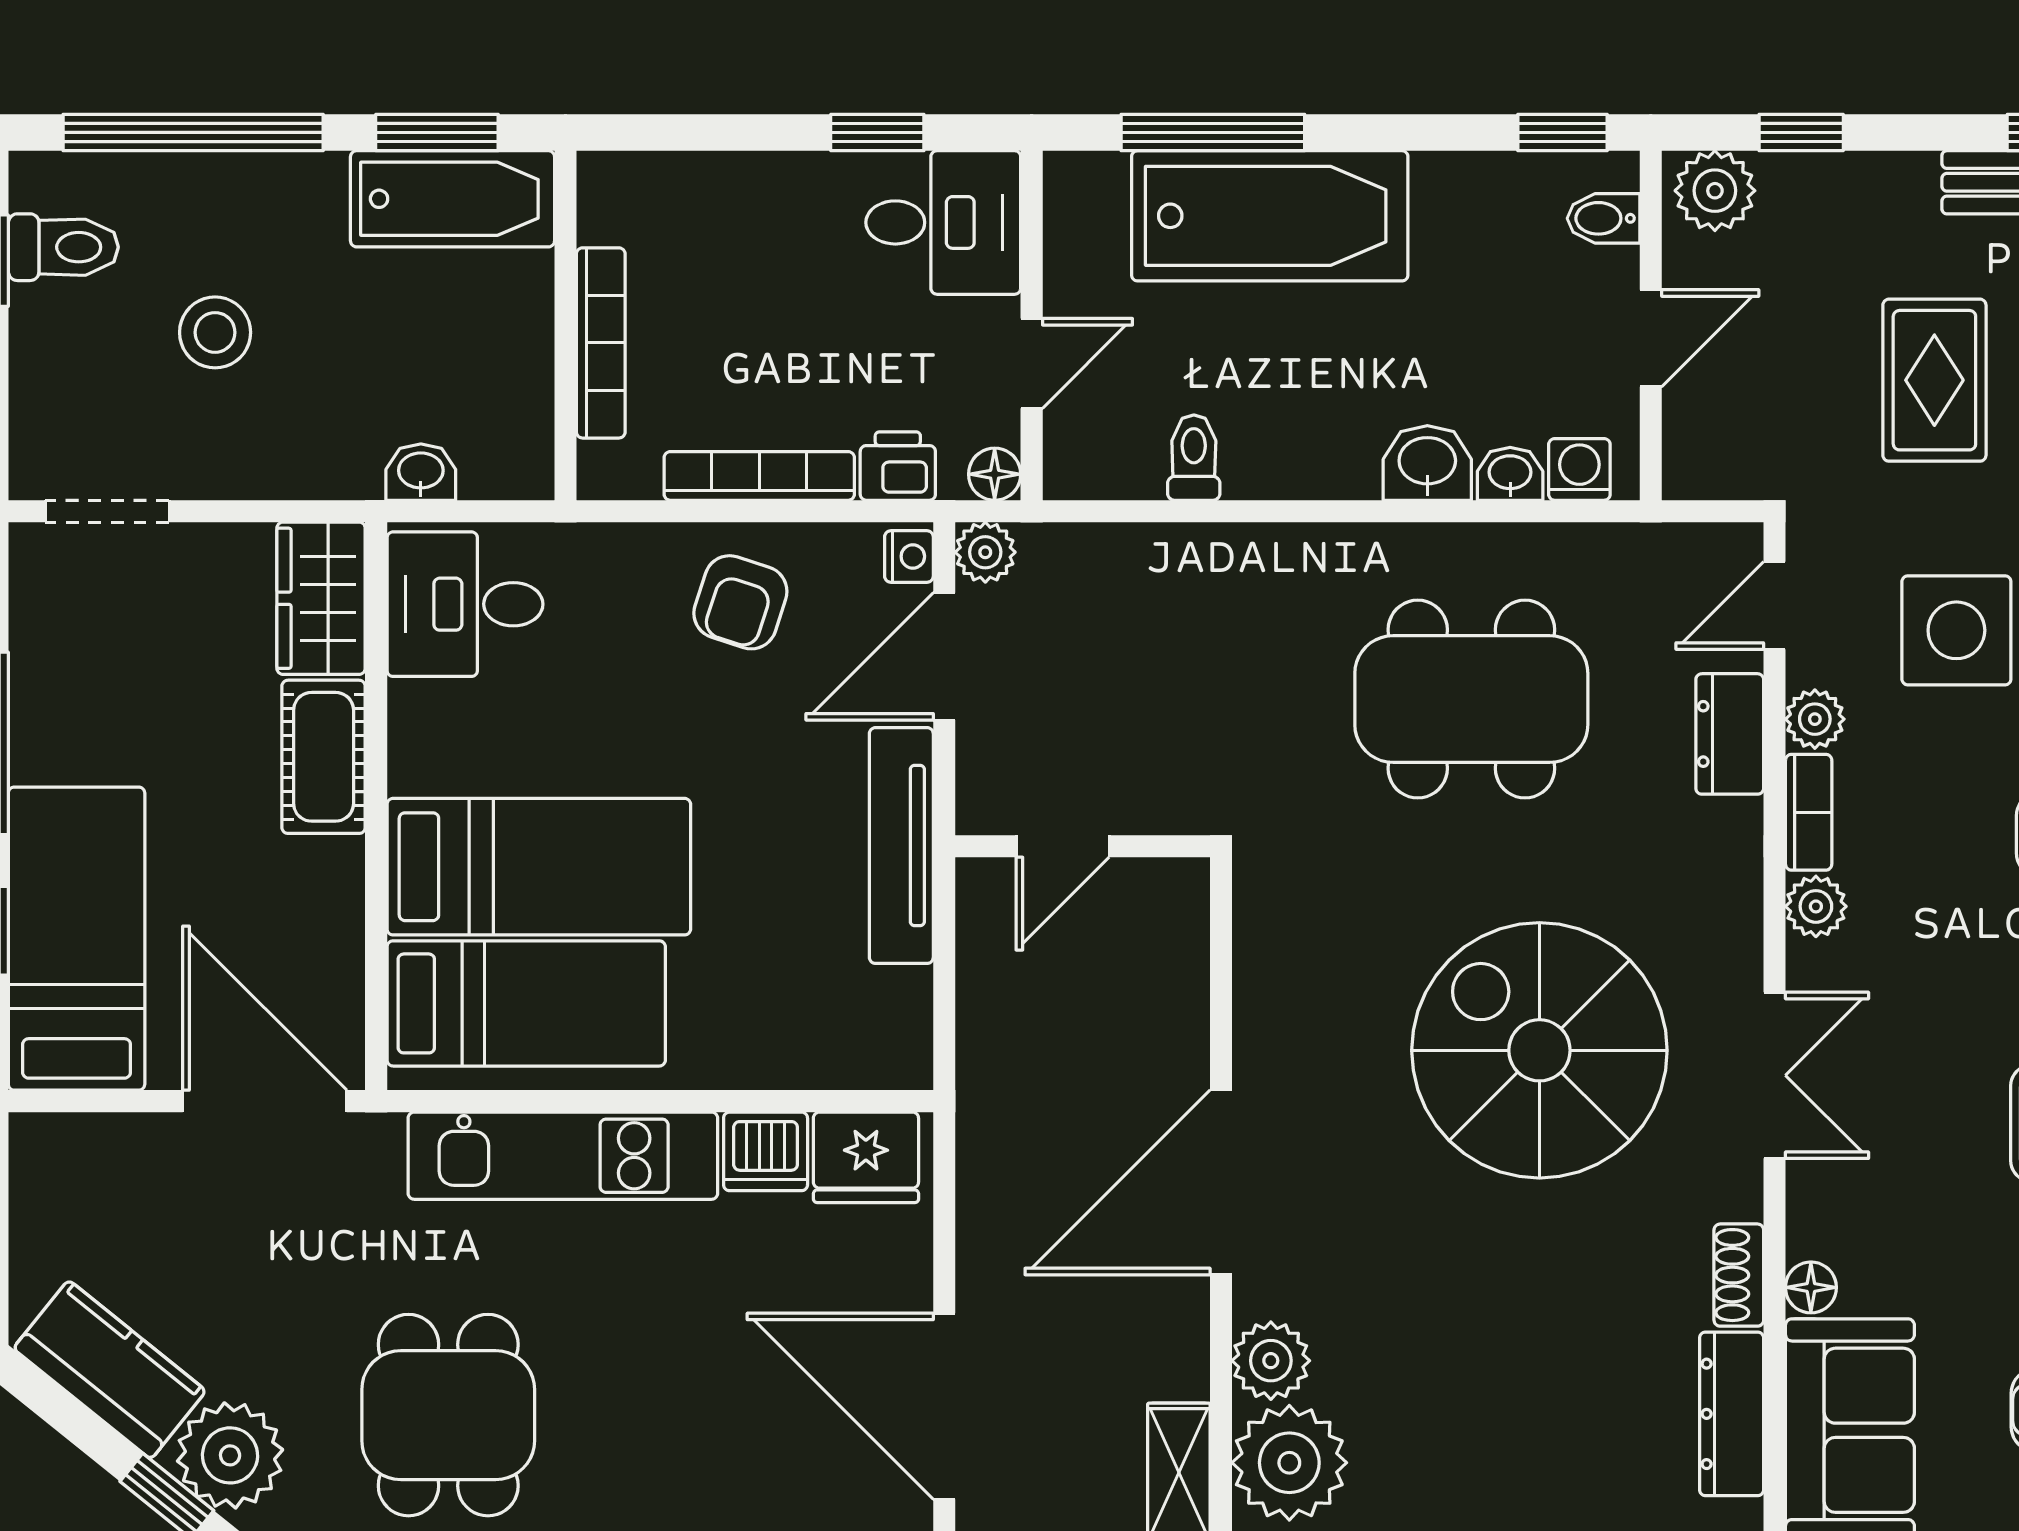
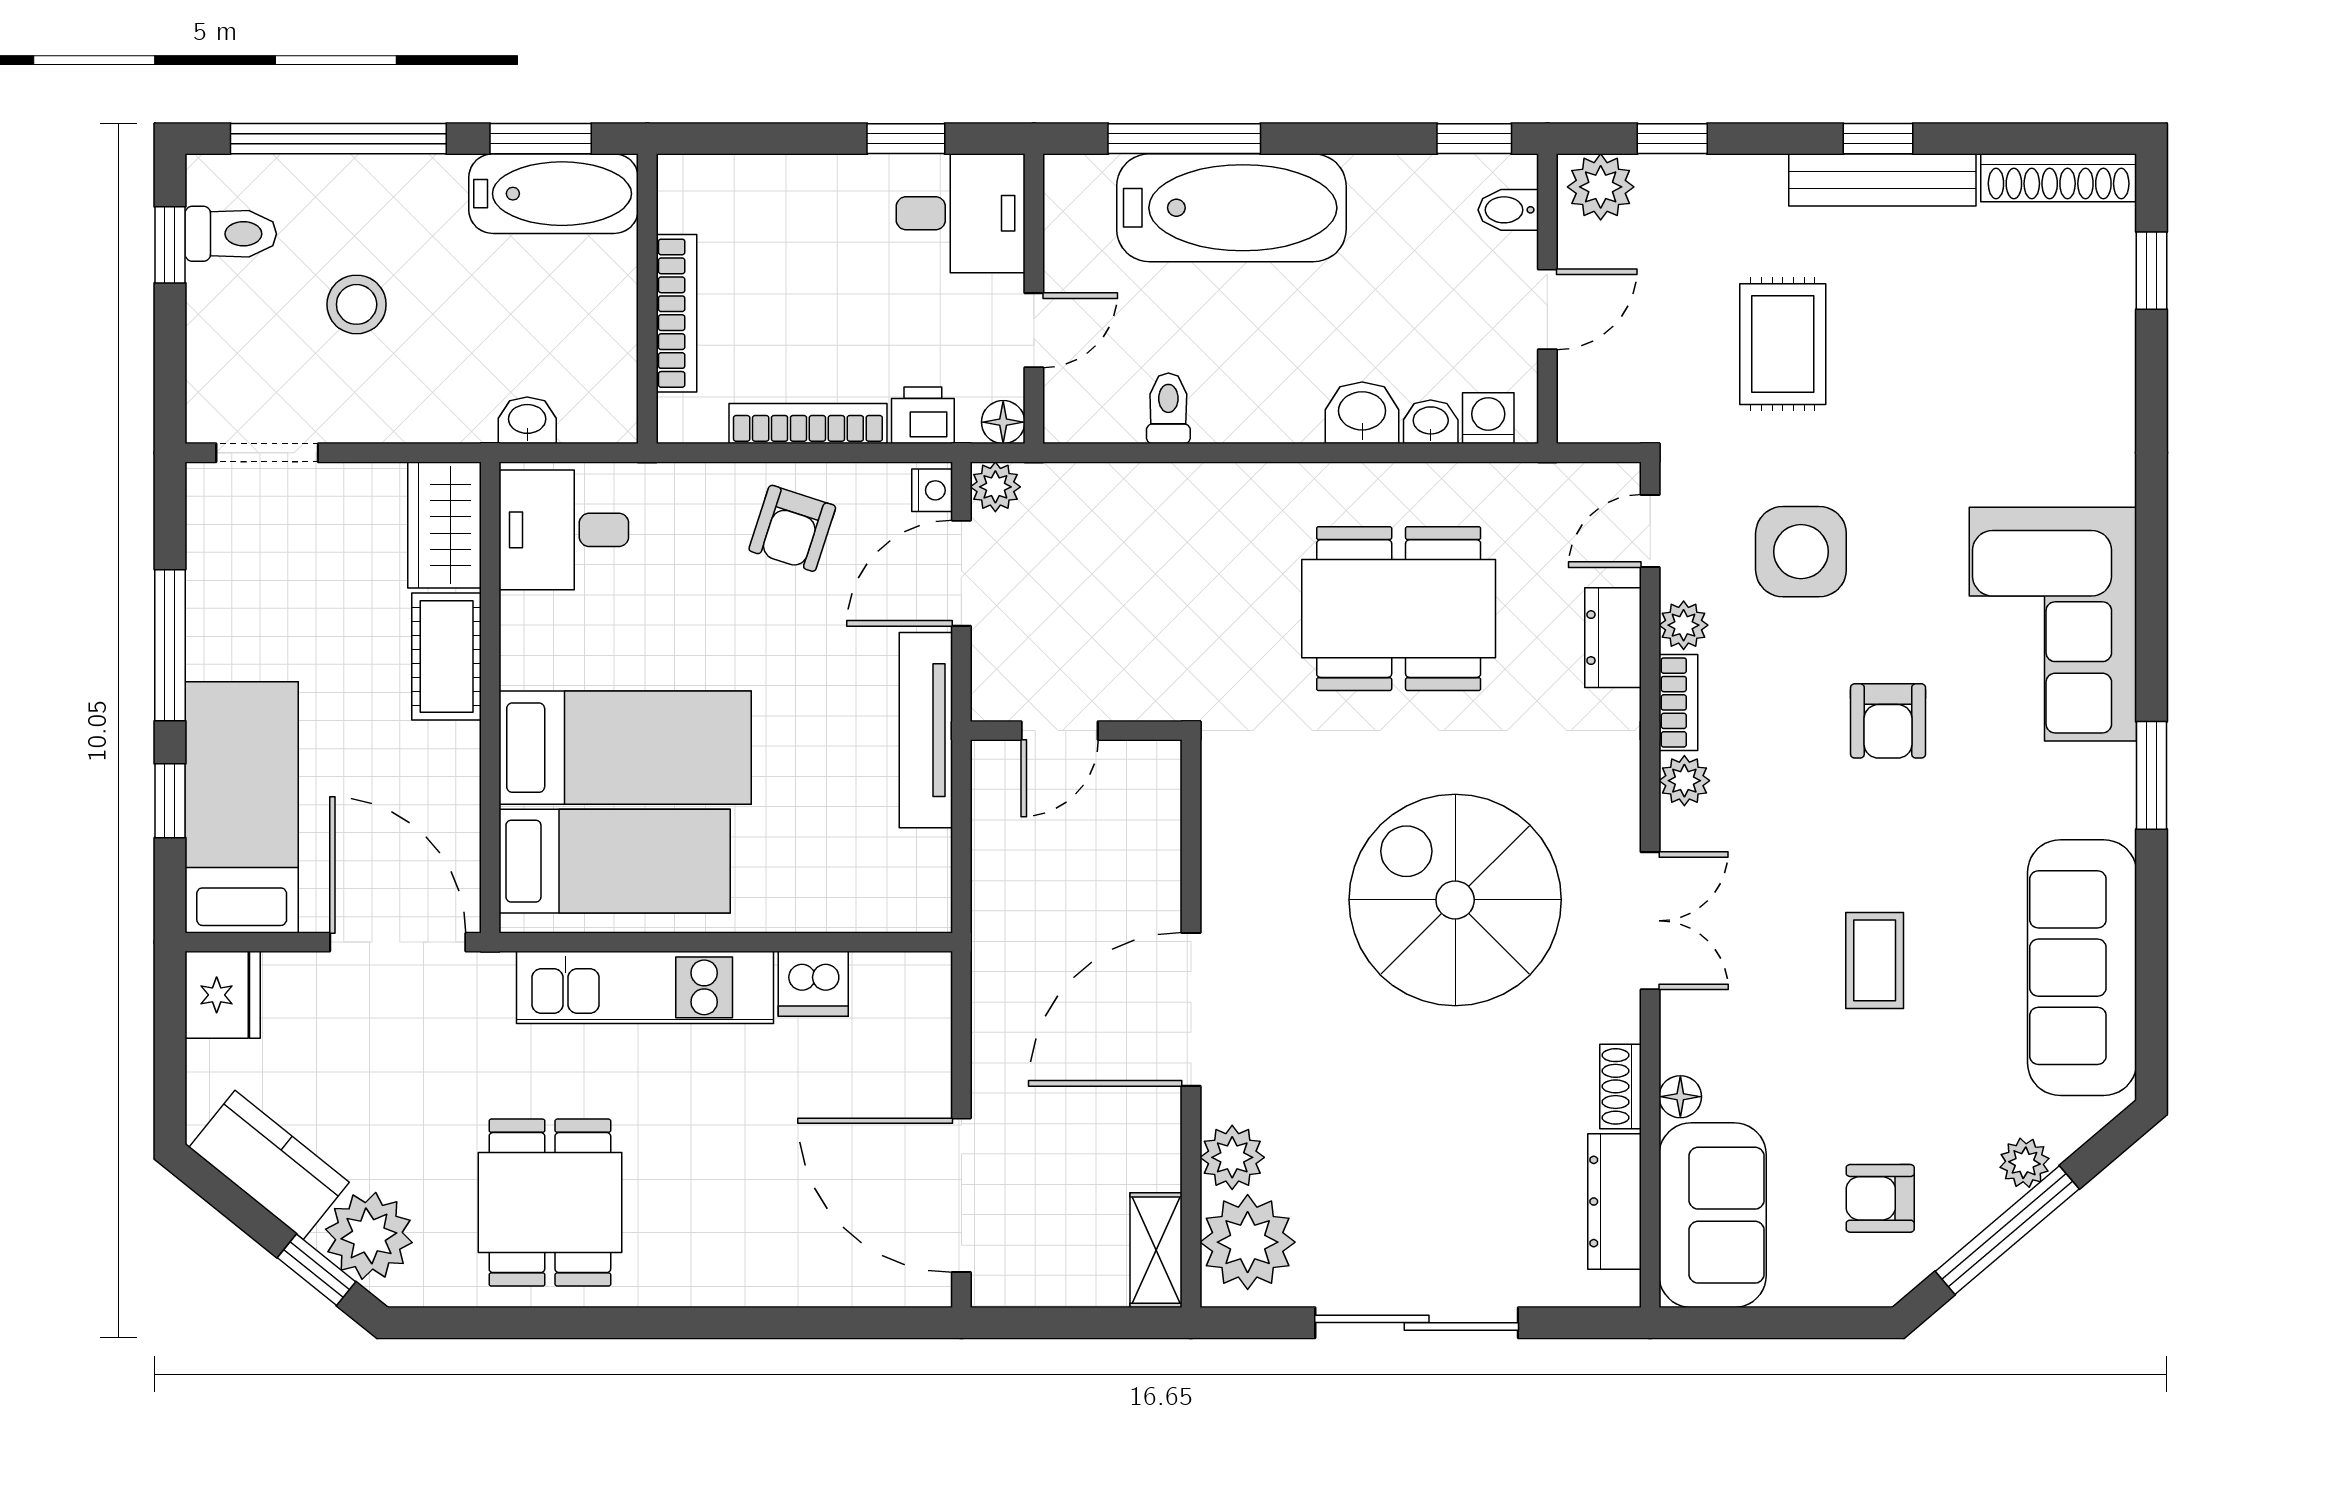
fridge: (866, 1157) -> (223, 995), moved, turned -90

